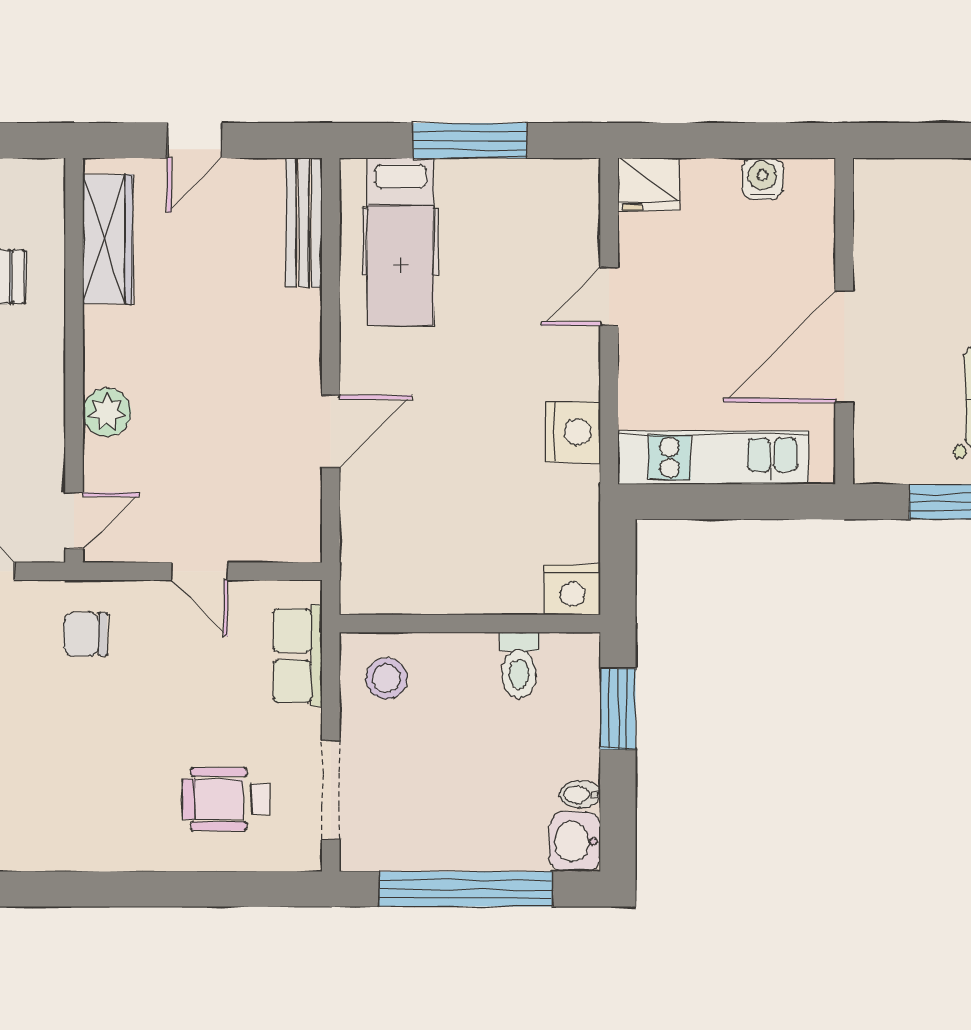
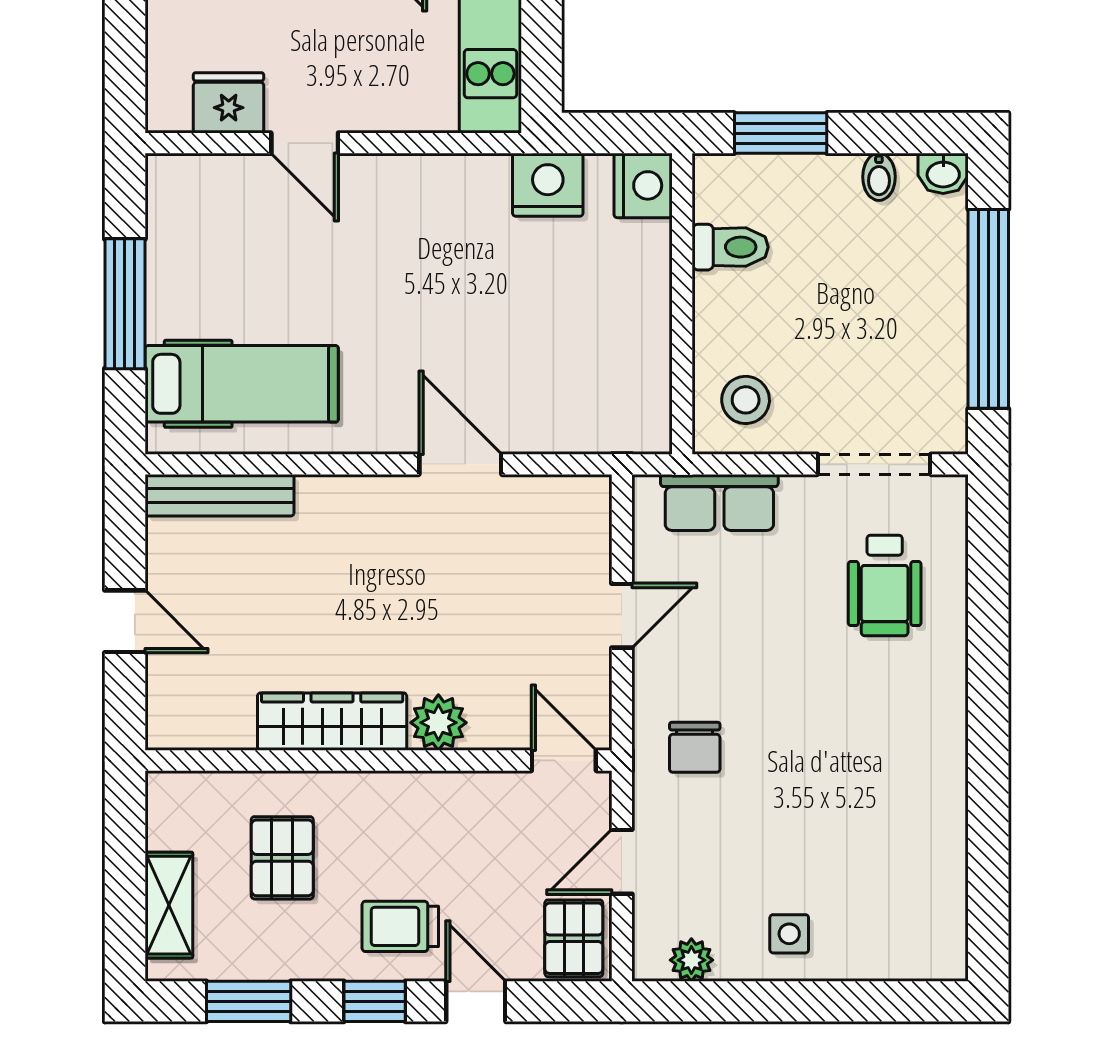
fridge: (648, 184) -> (229, 103), moved, turned -90
wardrobe: (108, 239) -> (332, 722), moved
nightstand: (573, 432) -> (548, 185), moved
washbasin: (575, 842) -> (943, 173), width x0.72, depth x0.69

